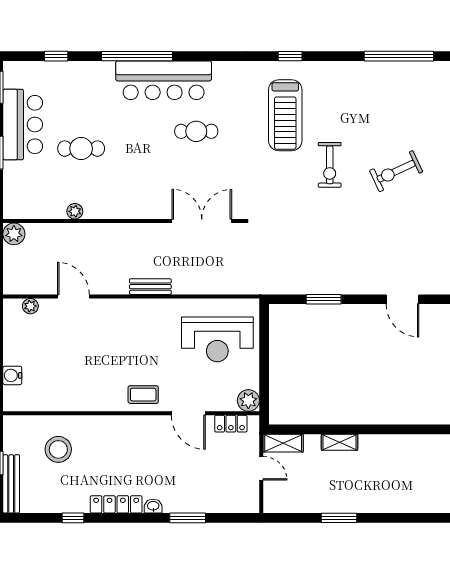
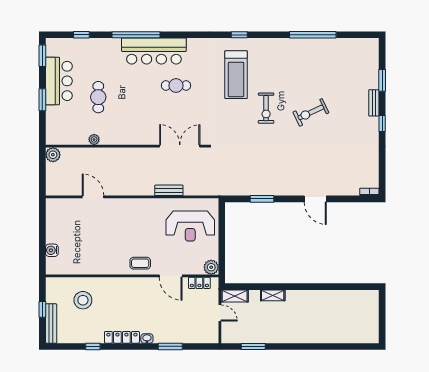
cafe table: (81, 149) -> (98, 97), turned 90
bench: (150, 287) -> (169, 190), moved
plant: (30, 306) -> (64, 203), removed
window: (339, 518) -> (253, 346), moved

